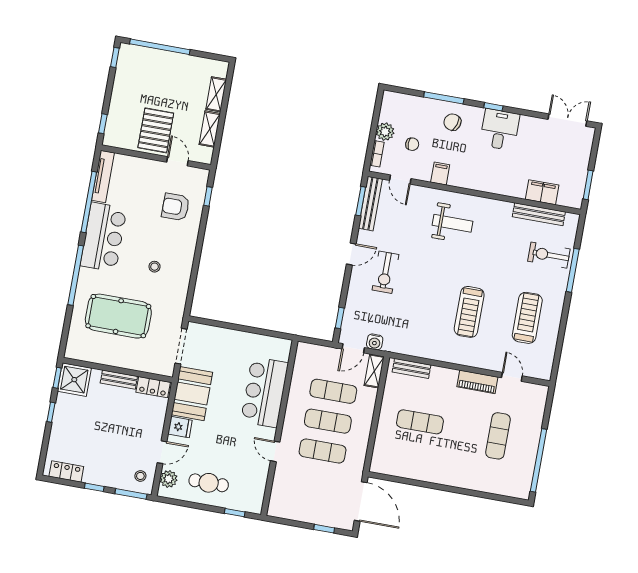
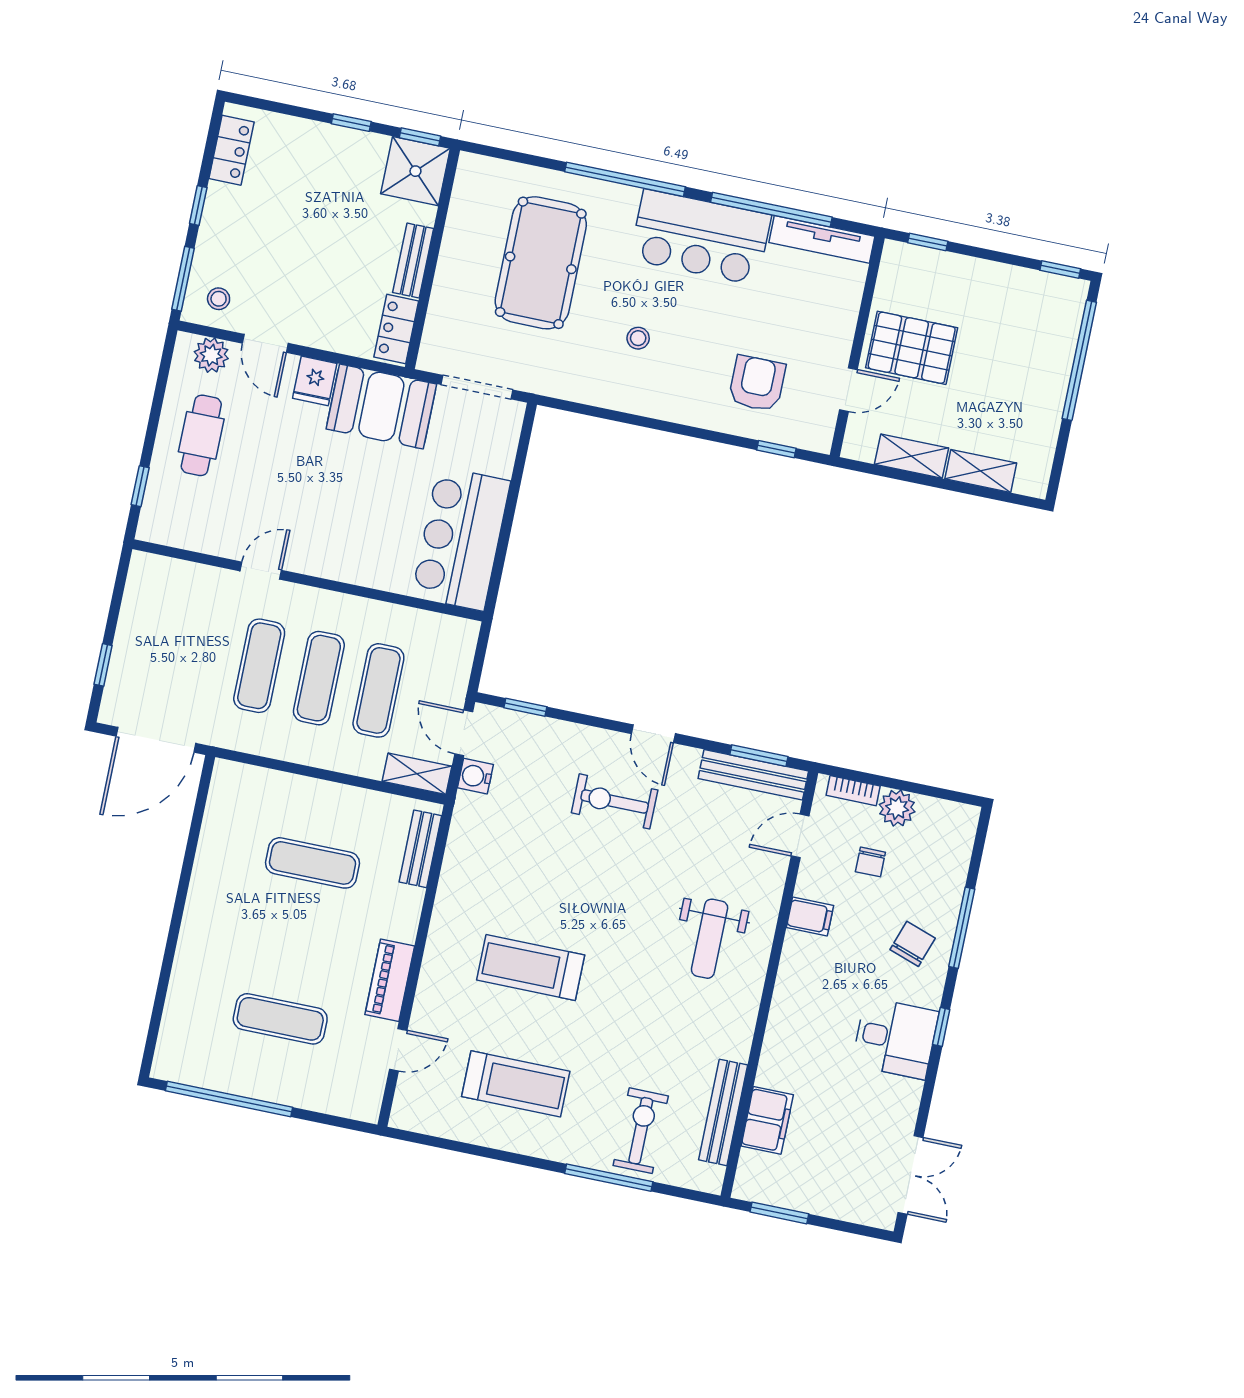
bar counter: (265, 392) -> (461, 539), moved, turned -90
exercise mat: (420, 422) -> (312, 863), turned 90

